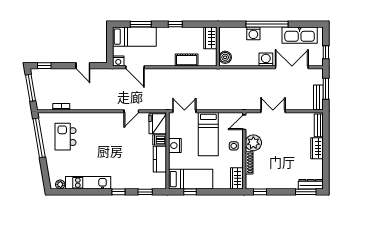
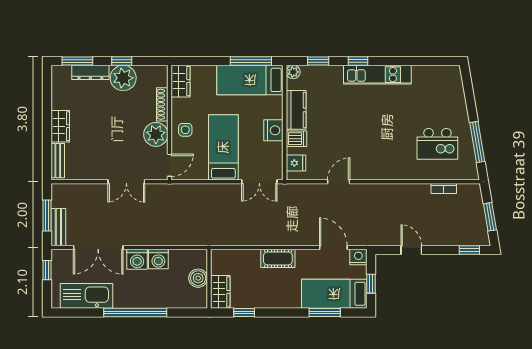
window: (175, 24) -> (244, 313), moved
washing machine: (253, 33) -> (158, 259), moved, turned 180
window: (110, 43) -> (371, 284), added
boiler: (225, 57) -> (198, 278), moved
cot: (187, 60) -> (278, 258), moved
window: (31, 88) -> (490, 217), width x0.69
bench: (318, 97) -> (58, 227), moved
fridge: (158, 124) -> (296, 163), width x0.53, depth x0.75
kitchen island: (66, 137) -> (437, 144), turned 90
window: (39, 138) -> (477, 142), width x0.68
plant: (275, 180) -> (123, 78), added
kitchen unit: (88, 183) -> (377, 75), moved
plant: (60, 184) -> (293, 72), moved
dresser: (311, 184) -> (90, 72), moved
window: (190, 192) -> (251, 61), width x2.17
window: (260, 192) -> (122, 61), moved

